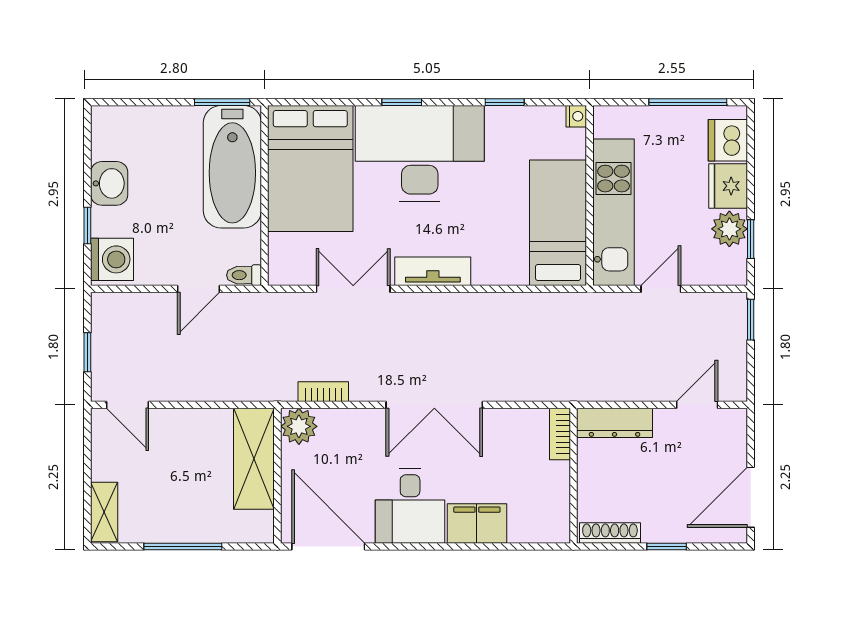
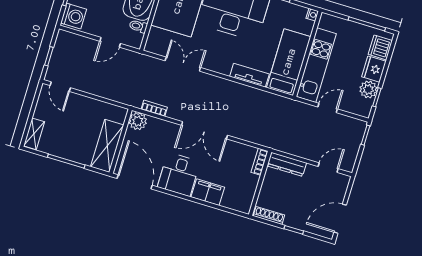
tv unit: (433, 271) -> (249, 75), moved
toilet: (244, 275) -> (138, 26), moved
shelving: (254, 459) -> (107, 146), moved

